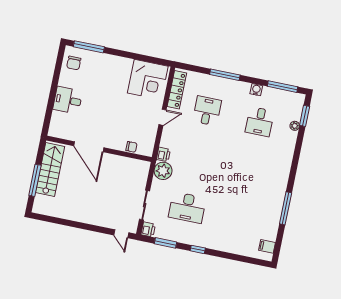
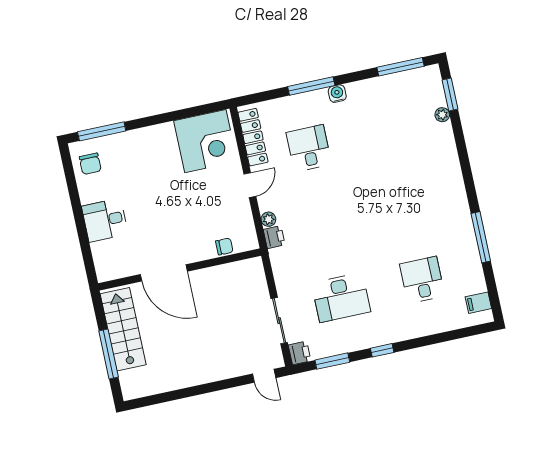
water cooler: (256, 90) -> (337, 94), moved
desk: (260, 122) -> (422, 280), moved, turned 180
plant: (163, 171) -> (268, 219), moved, width x0.53, depth x0.53

